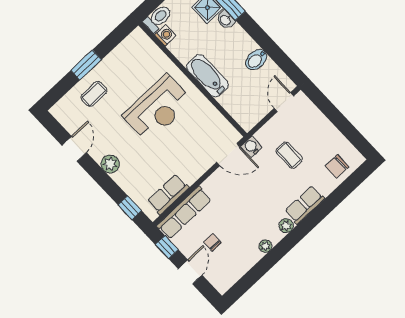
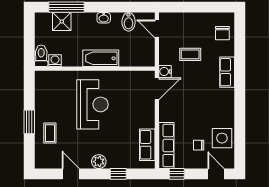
washbasin: (226, 20) -> (104, 18), moved
bidet: (256, 60) -> (129, 22), moved
window: (130, 208) -> (118, 174), moved
plant: (286, 226) -> (229, 94), removed
plant: (265, 246) -> (229, 117), removed
side table: (239, 258) -> (222, 138), added
door: (190, 272) -> (216, 174), moved

